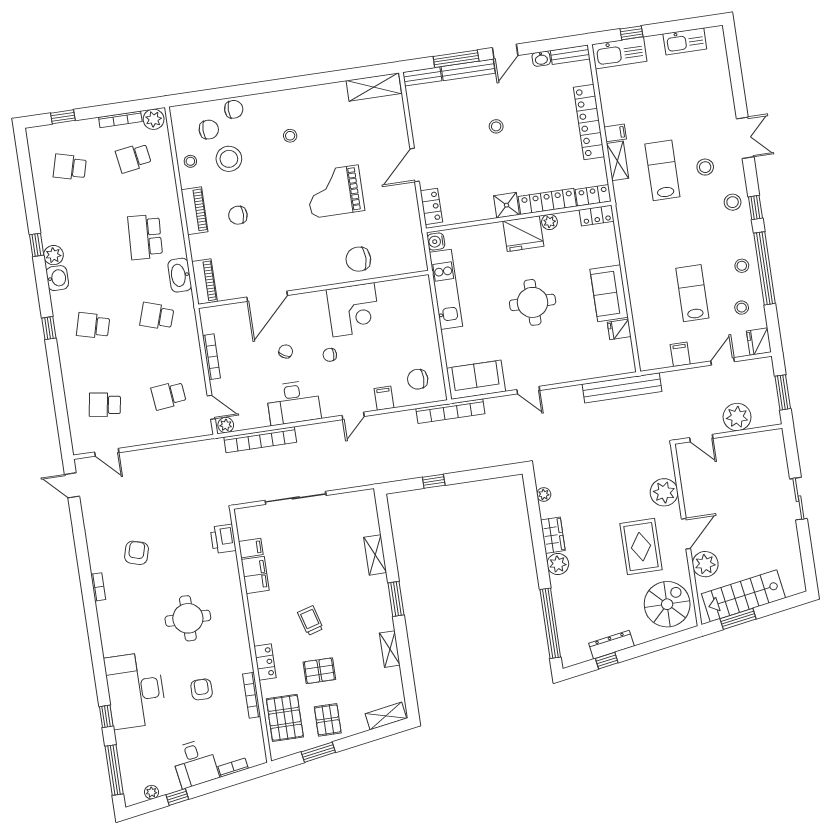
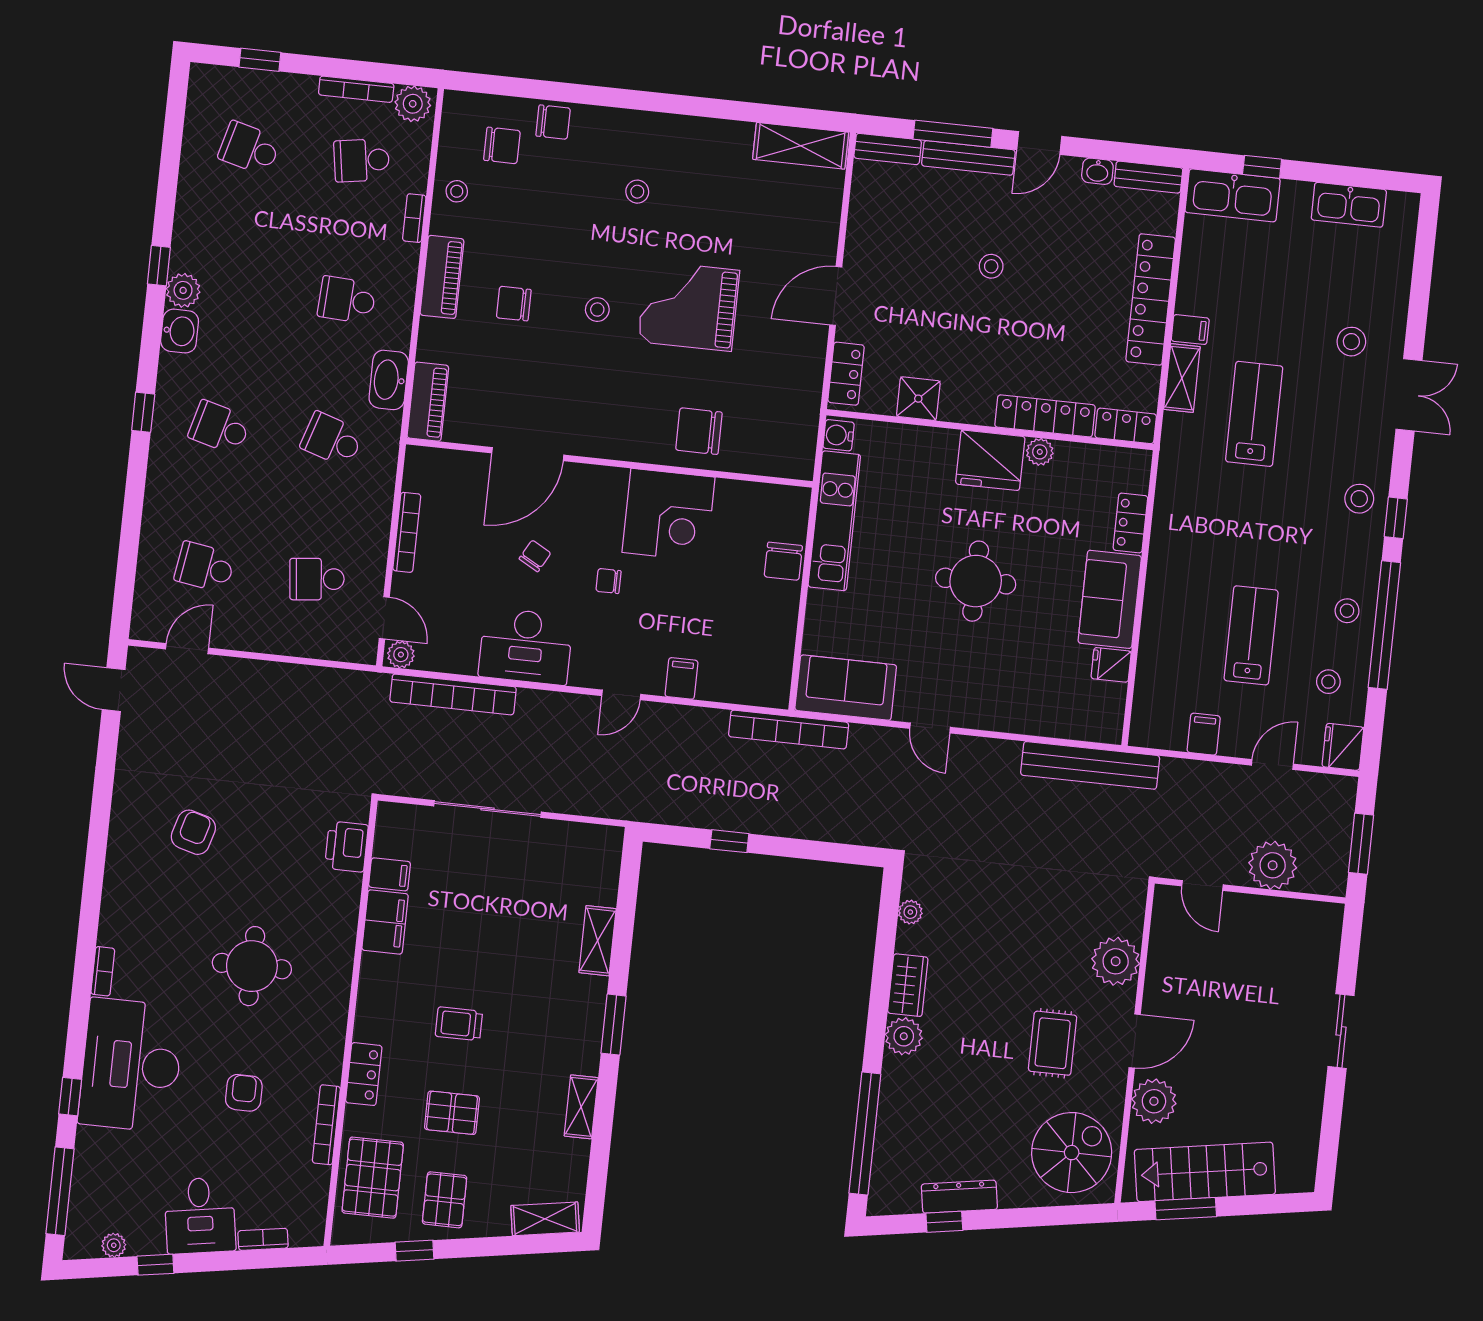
stool: (229, 159) -> (597, 310), moved, width x0.53, depth x0.53
stool: (705, 167) -> (1351, 342), moved
bookcase: (171, 182) -> (414, 218), added
shower: (507, 205) -> (918, 399), moved
locker: (597, 215) -> (1130, 523), moved, turned 90
school desk: (145, 237) -> (347, 300), width x0.54
chair: (418, 379) -> (783, 561), moved, turned -90
door: (107, 452) -> (187, 649), swing flipped
rug: (641, 547) -> (1053, 1043), width x0.73, depth x0.70
bookcase: (98, 587) -> (103, 971), moved
trolley: (310, 621) -> (459, 1024), turned -74
window: (318, 752) -> (415, 1251), width x0.67

